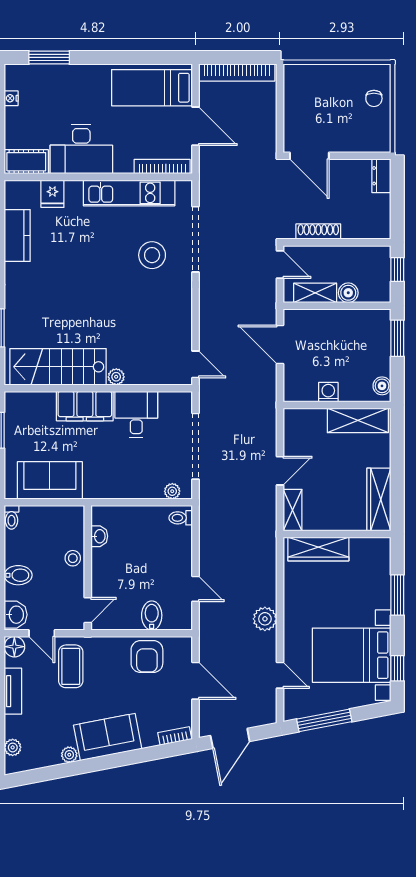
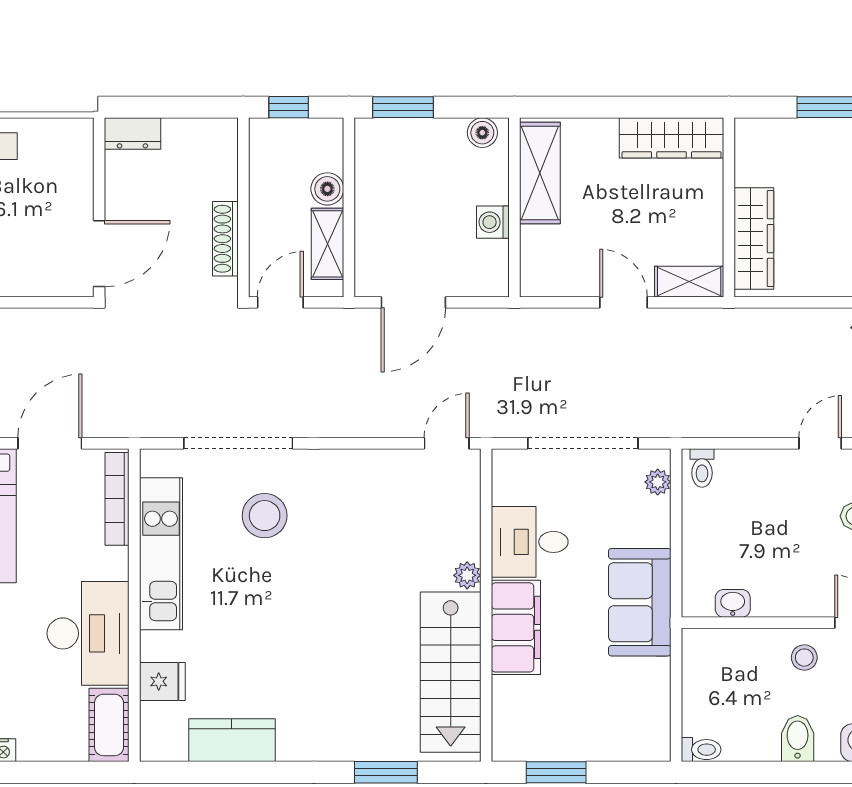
sofa: (50, 480) -> (640, 602), moved
stool: (73, 558) -> (804, 658), moved

